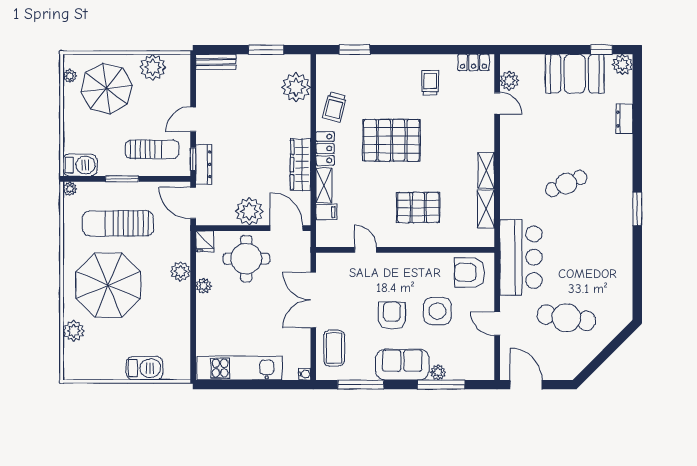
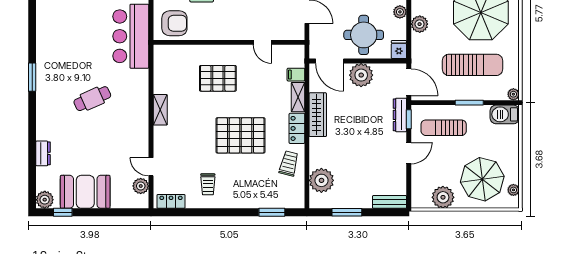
shelving: (486, 209) -> (161, 77), removed

